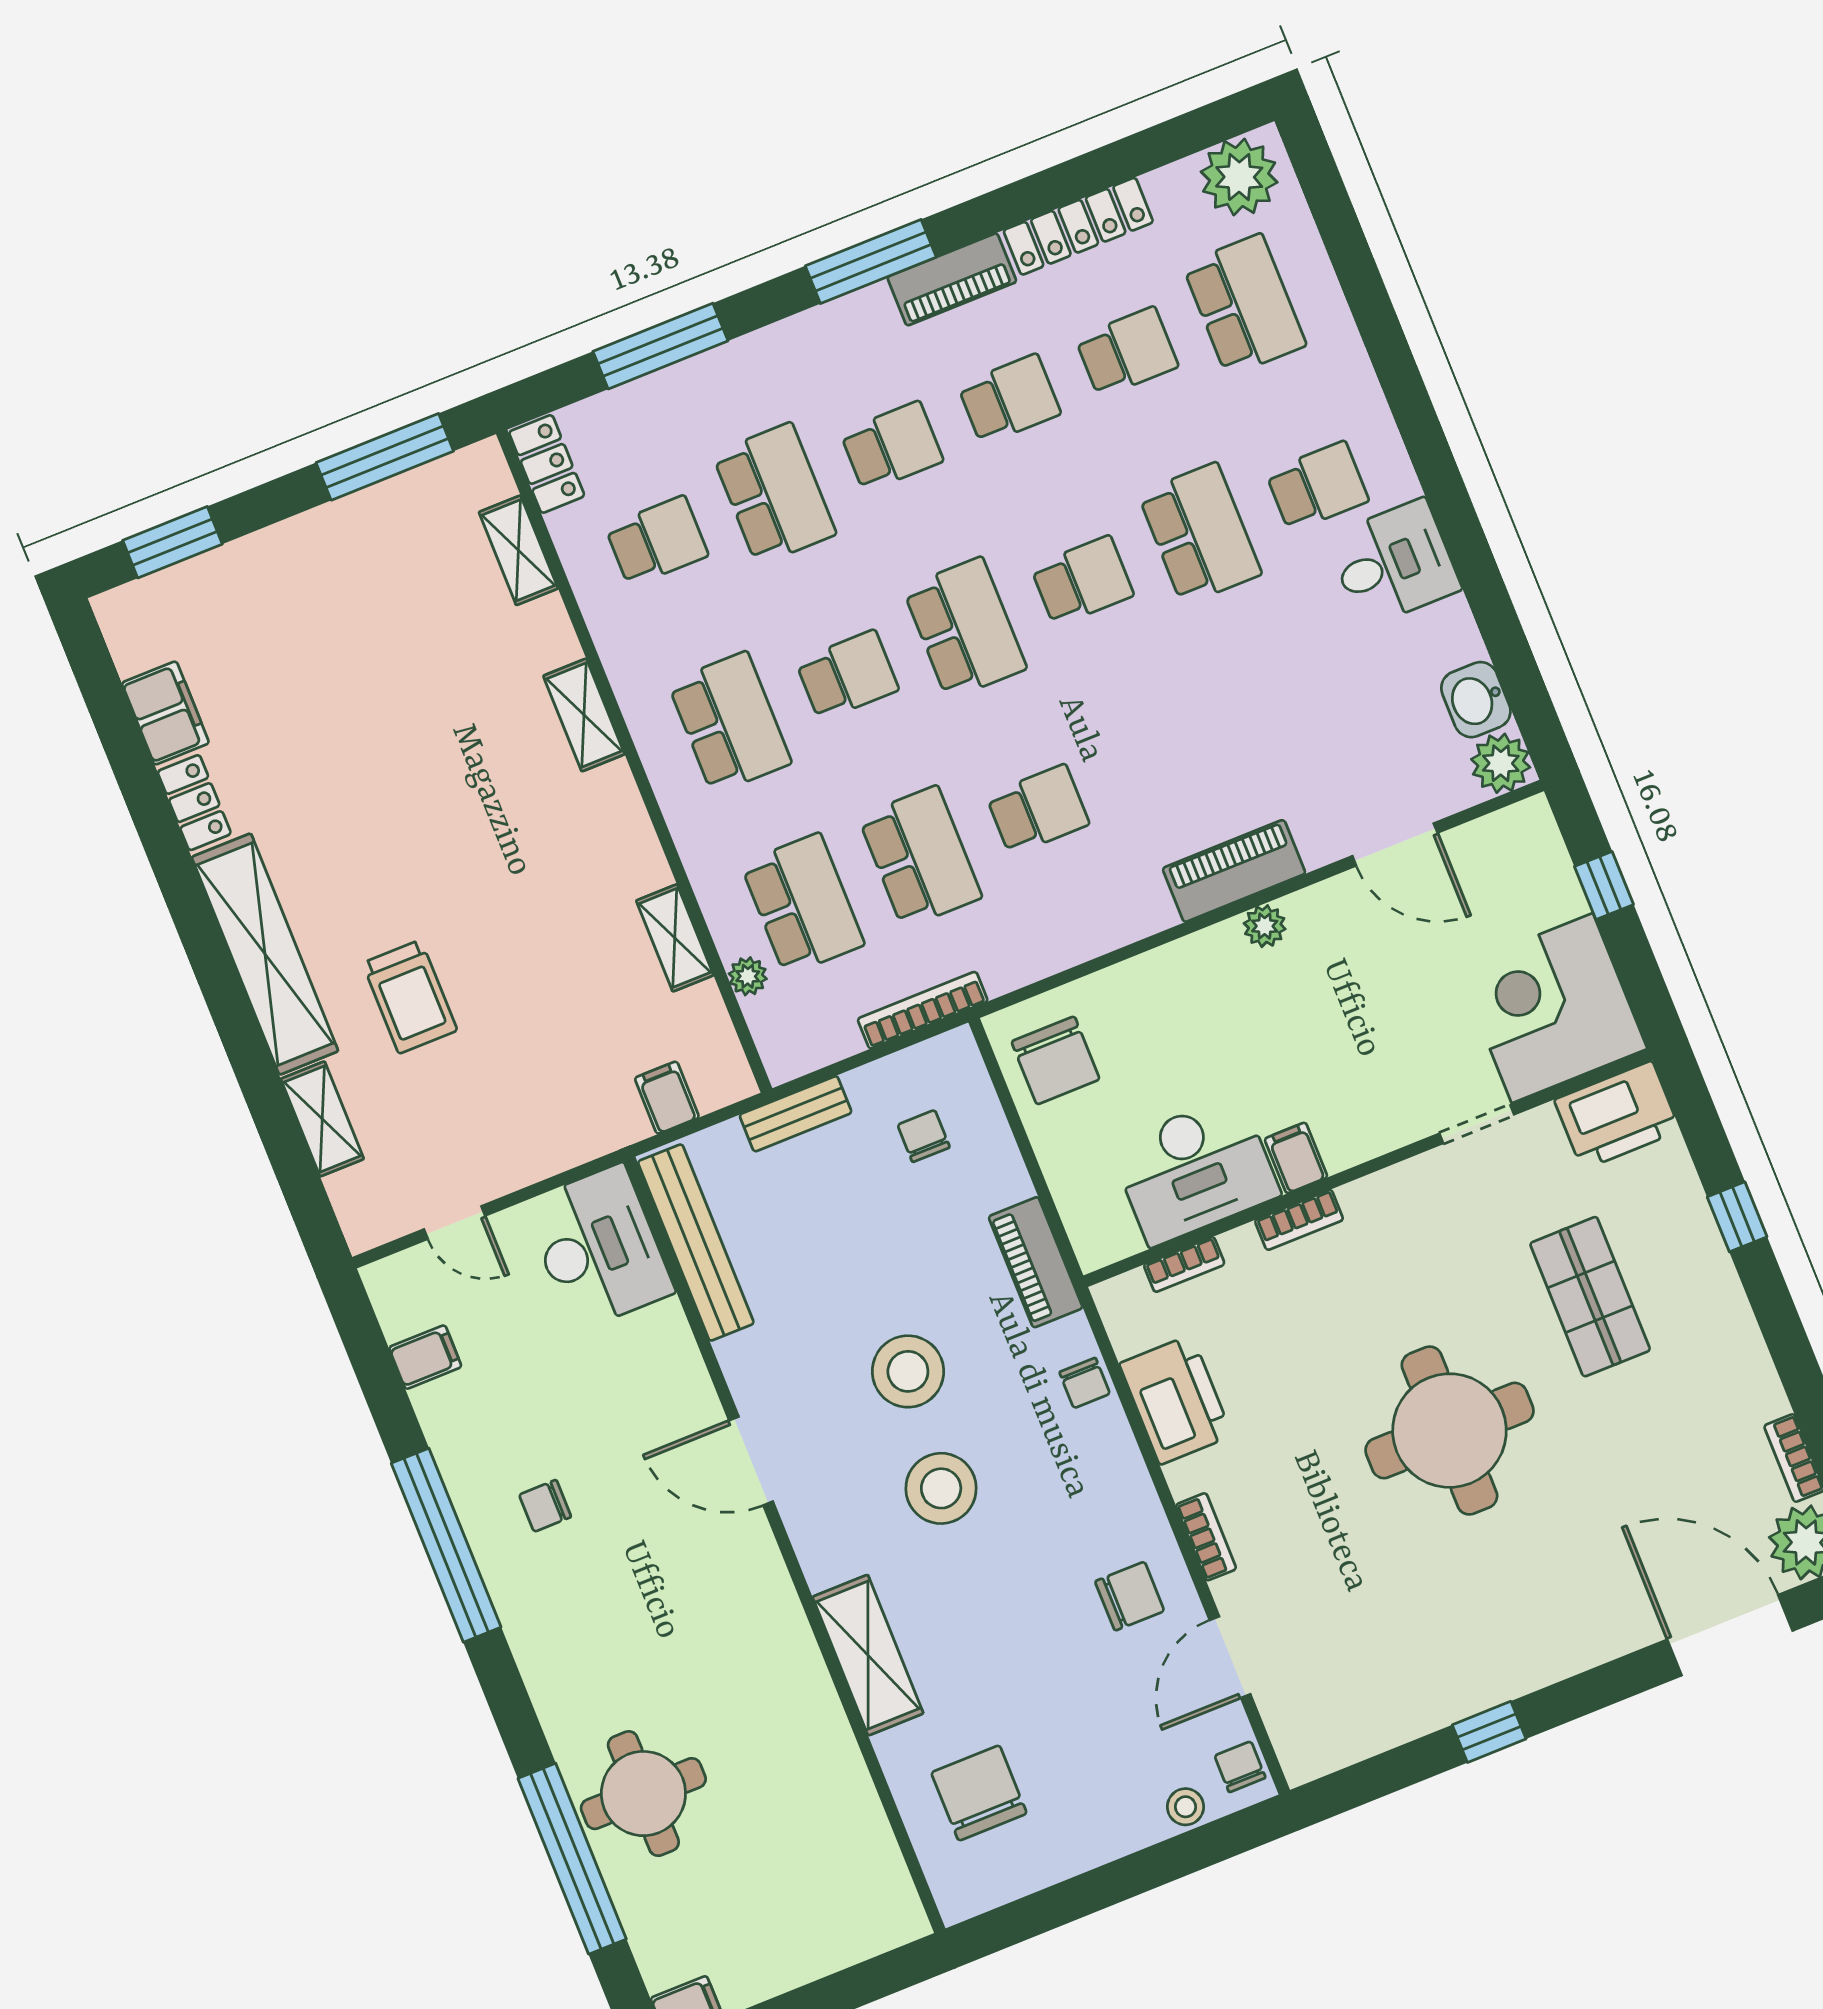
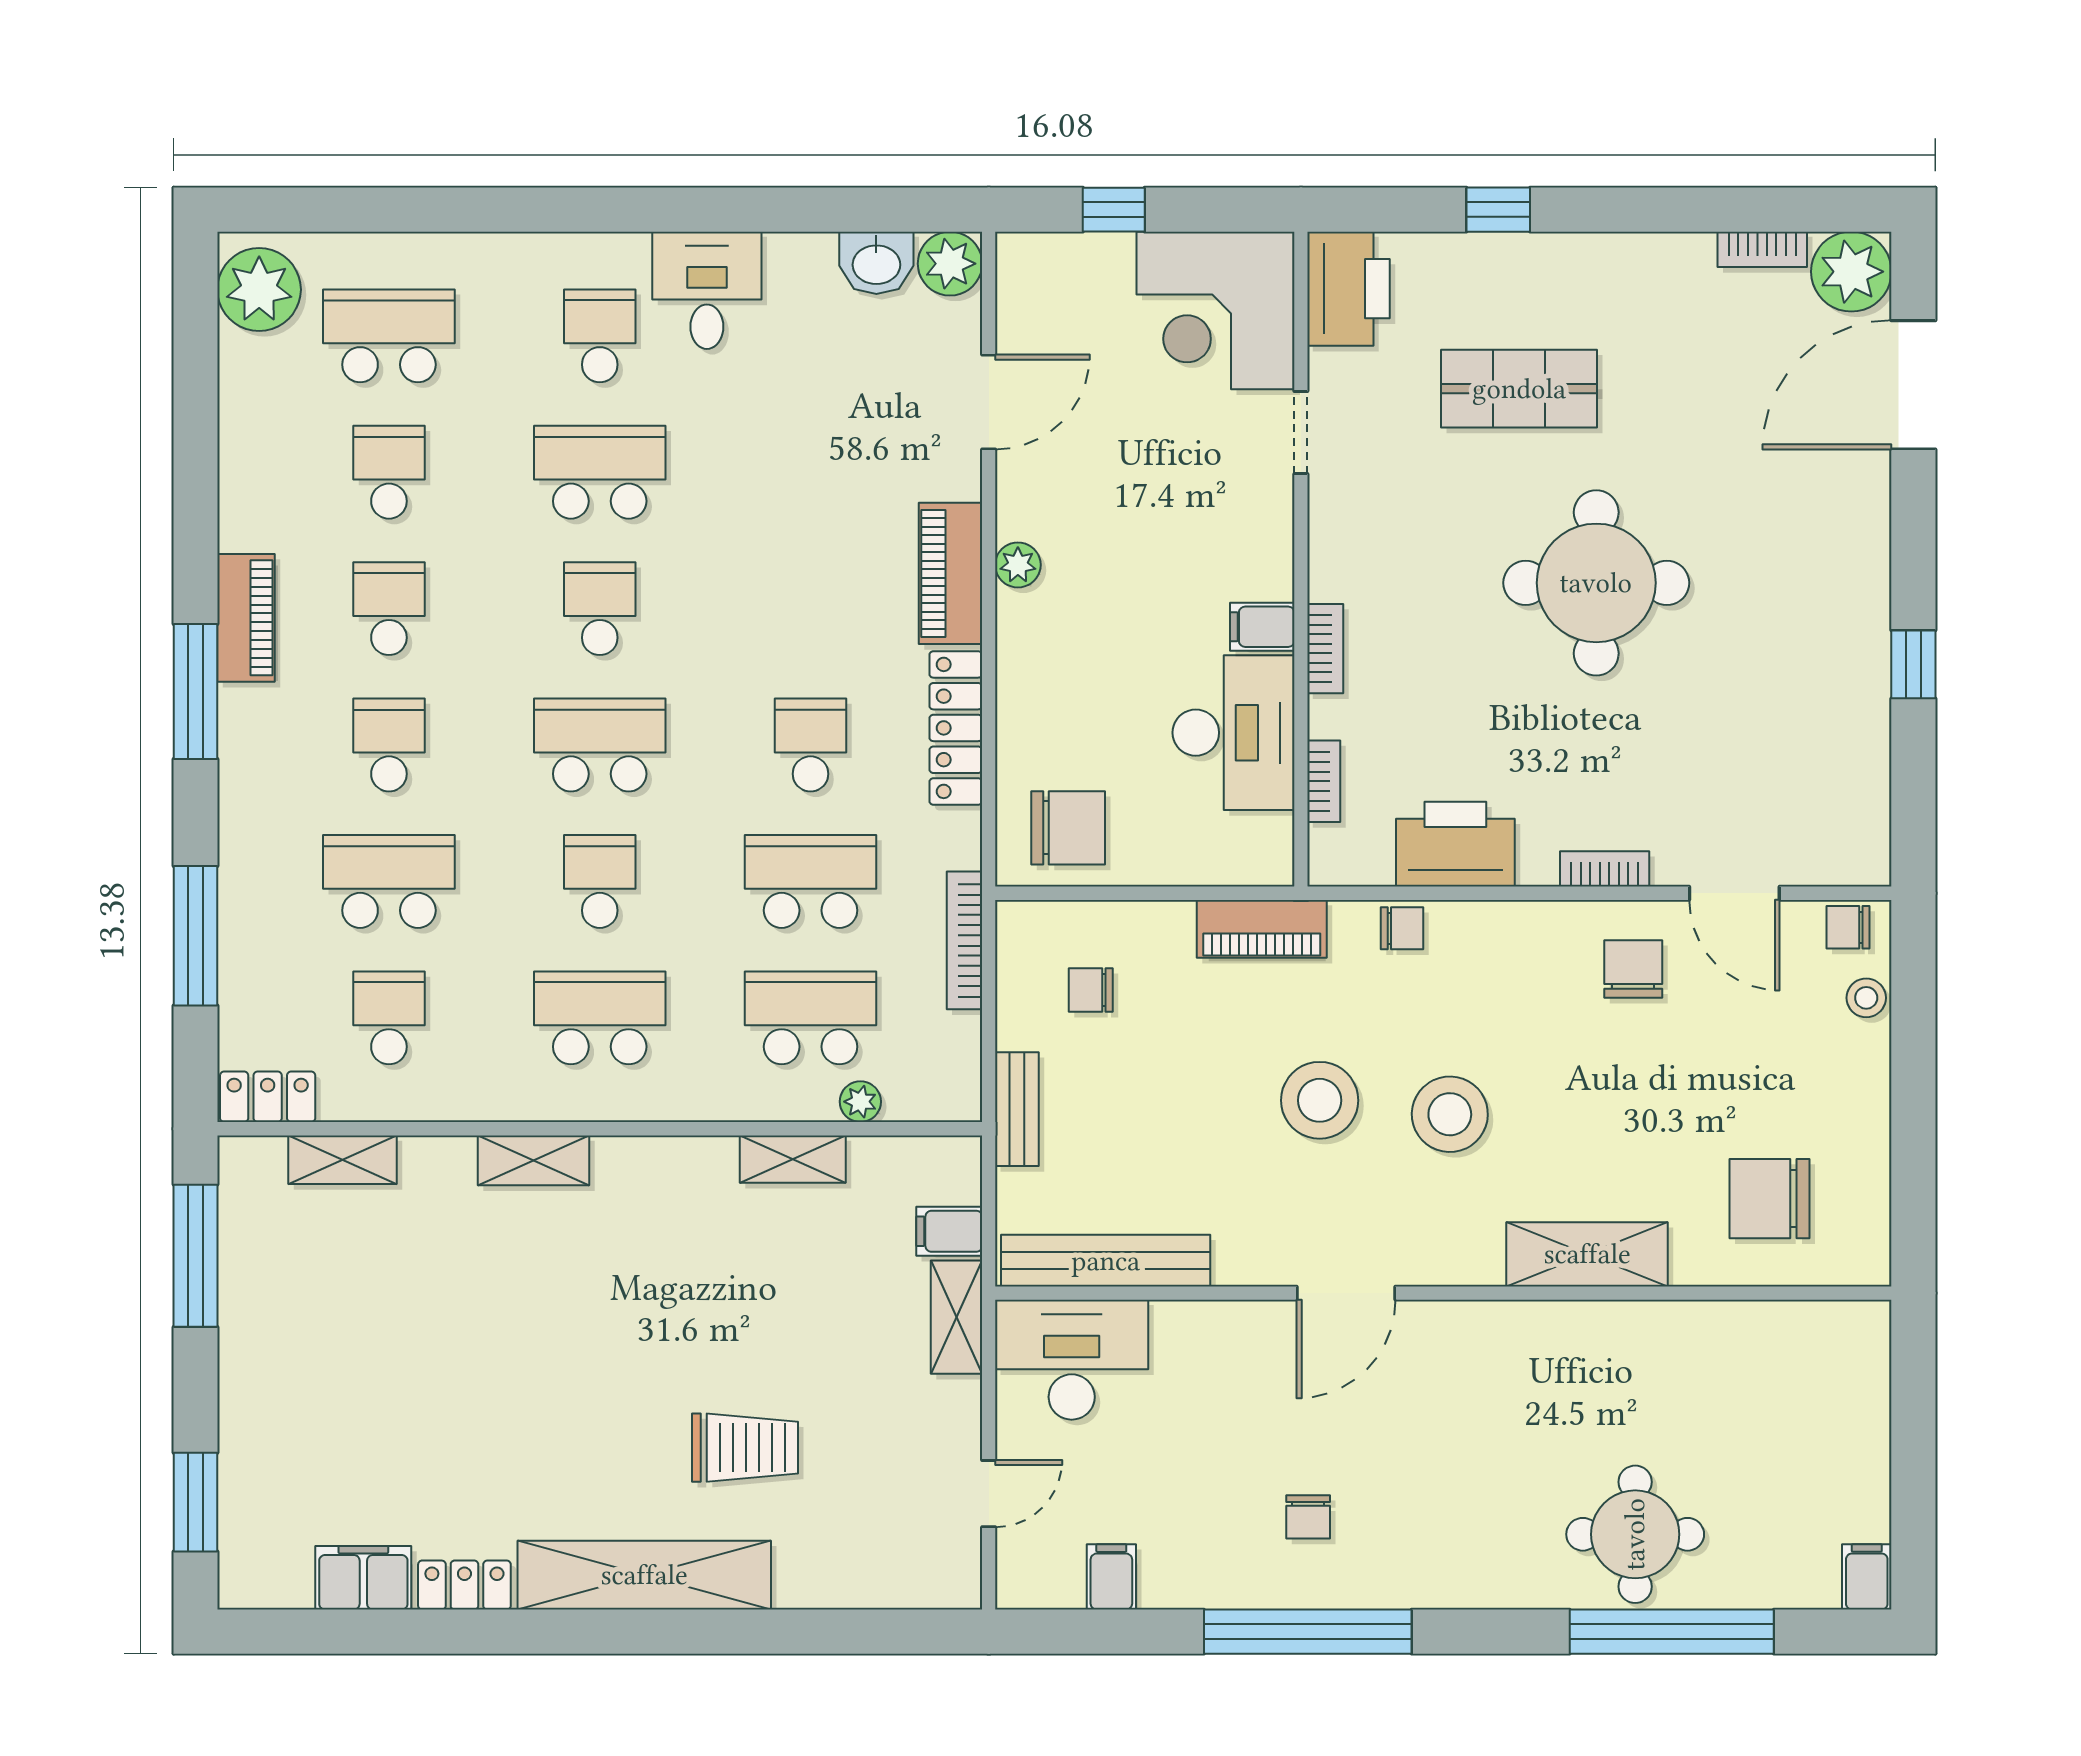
locker: (1078, 226) -> (956, 728), moved, turned 180
shelving: (322, 1119) -> (957, 1317), moved, turned 90

